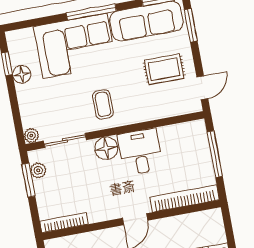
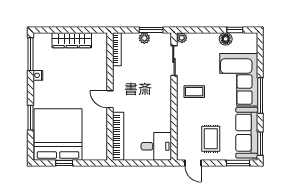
floor lamp: (106, 148) -> (163, 88), removed
desk: (140, 152) -> (156, 146), moved
window: (215, 154) -> (145, 163), removed
plant: (38, 170) -> (144, 38), moved

